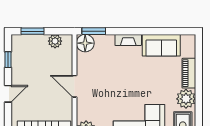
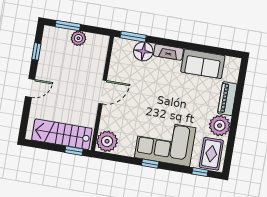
plant: (55, 41) -> (78, 38), moved
floor lamp: (85, 43) -> (143, 51), moved
door: (74, 86) -> (103, 92), swing flipped

